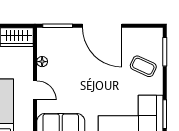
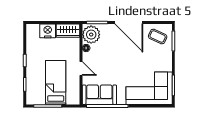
plant: (49, 43) -> (91, 35), added
coffee table: (143, 66) -> (158, 37), moved

